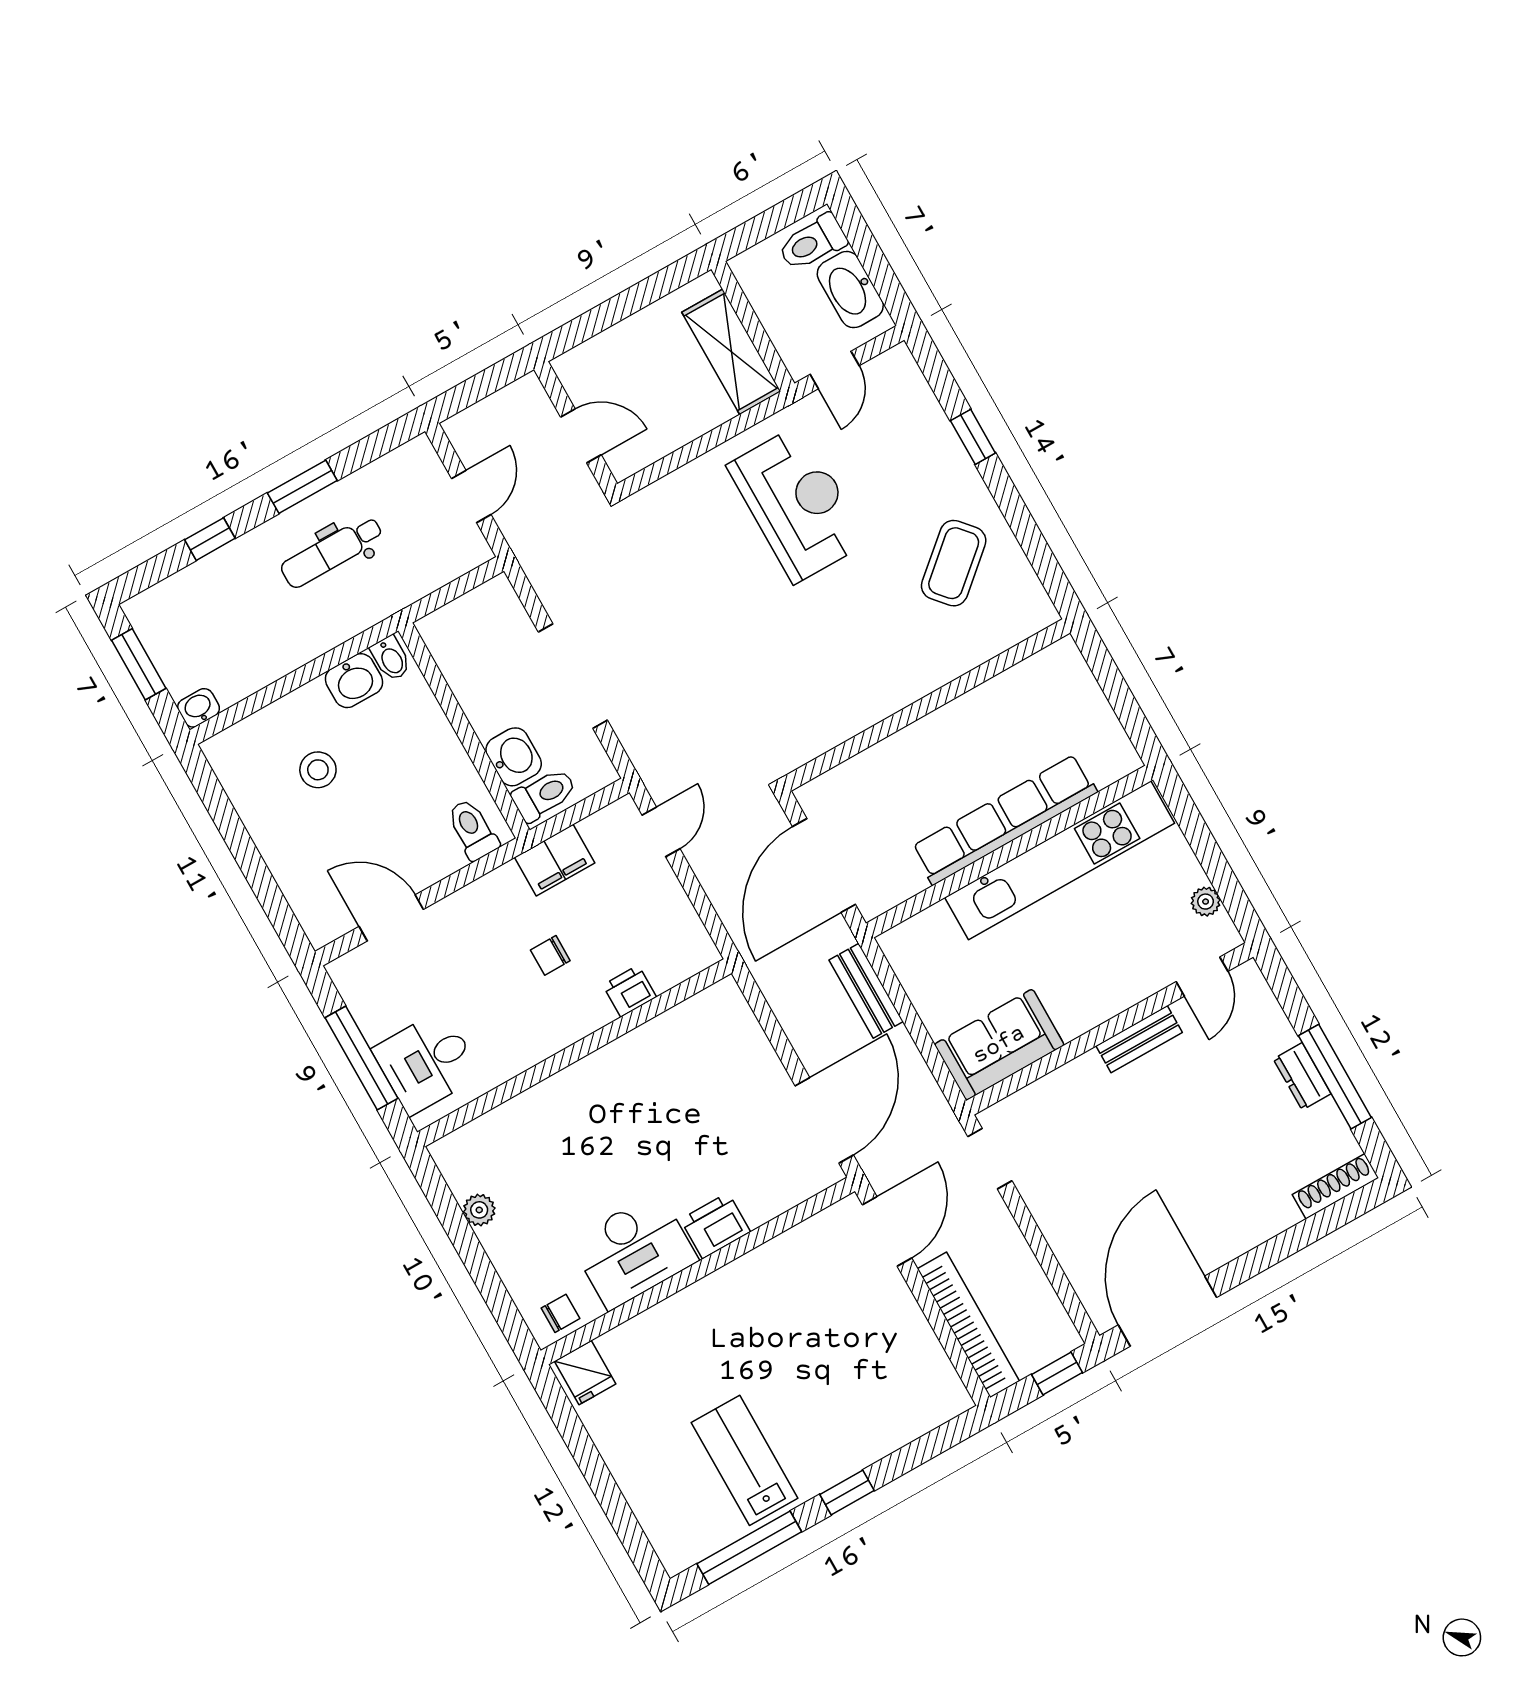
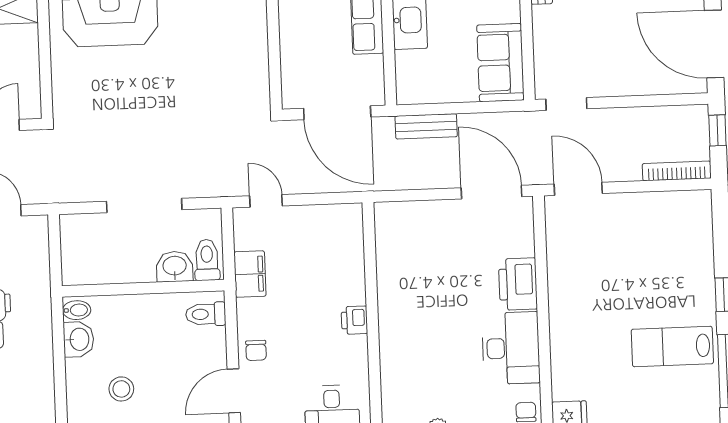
chair: (550, 955) -> (256, 350), moved
printer: (630, 991) -> (354, 320), moved
printer: (715, 1226) -> (518, 284), width x1.37, depth x1.19
bookcase: (968, 1325) -> (677, 171), width x0.68, depth x0.76

